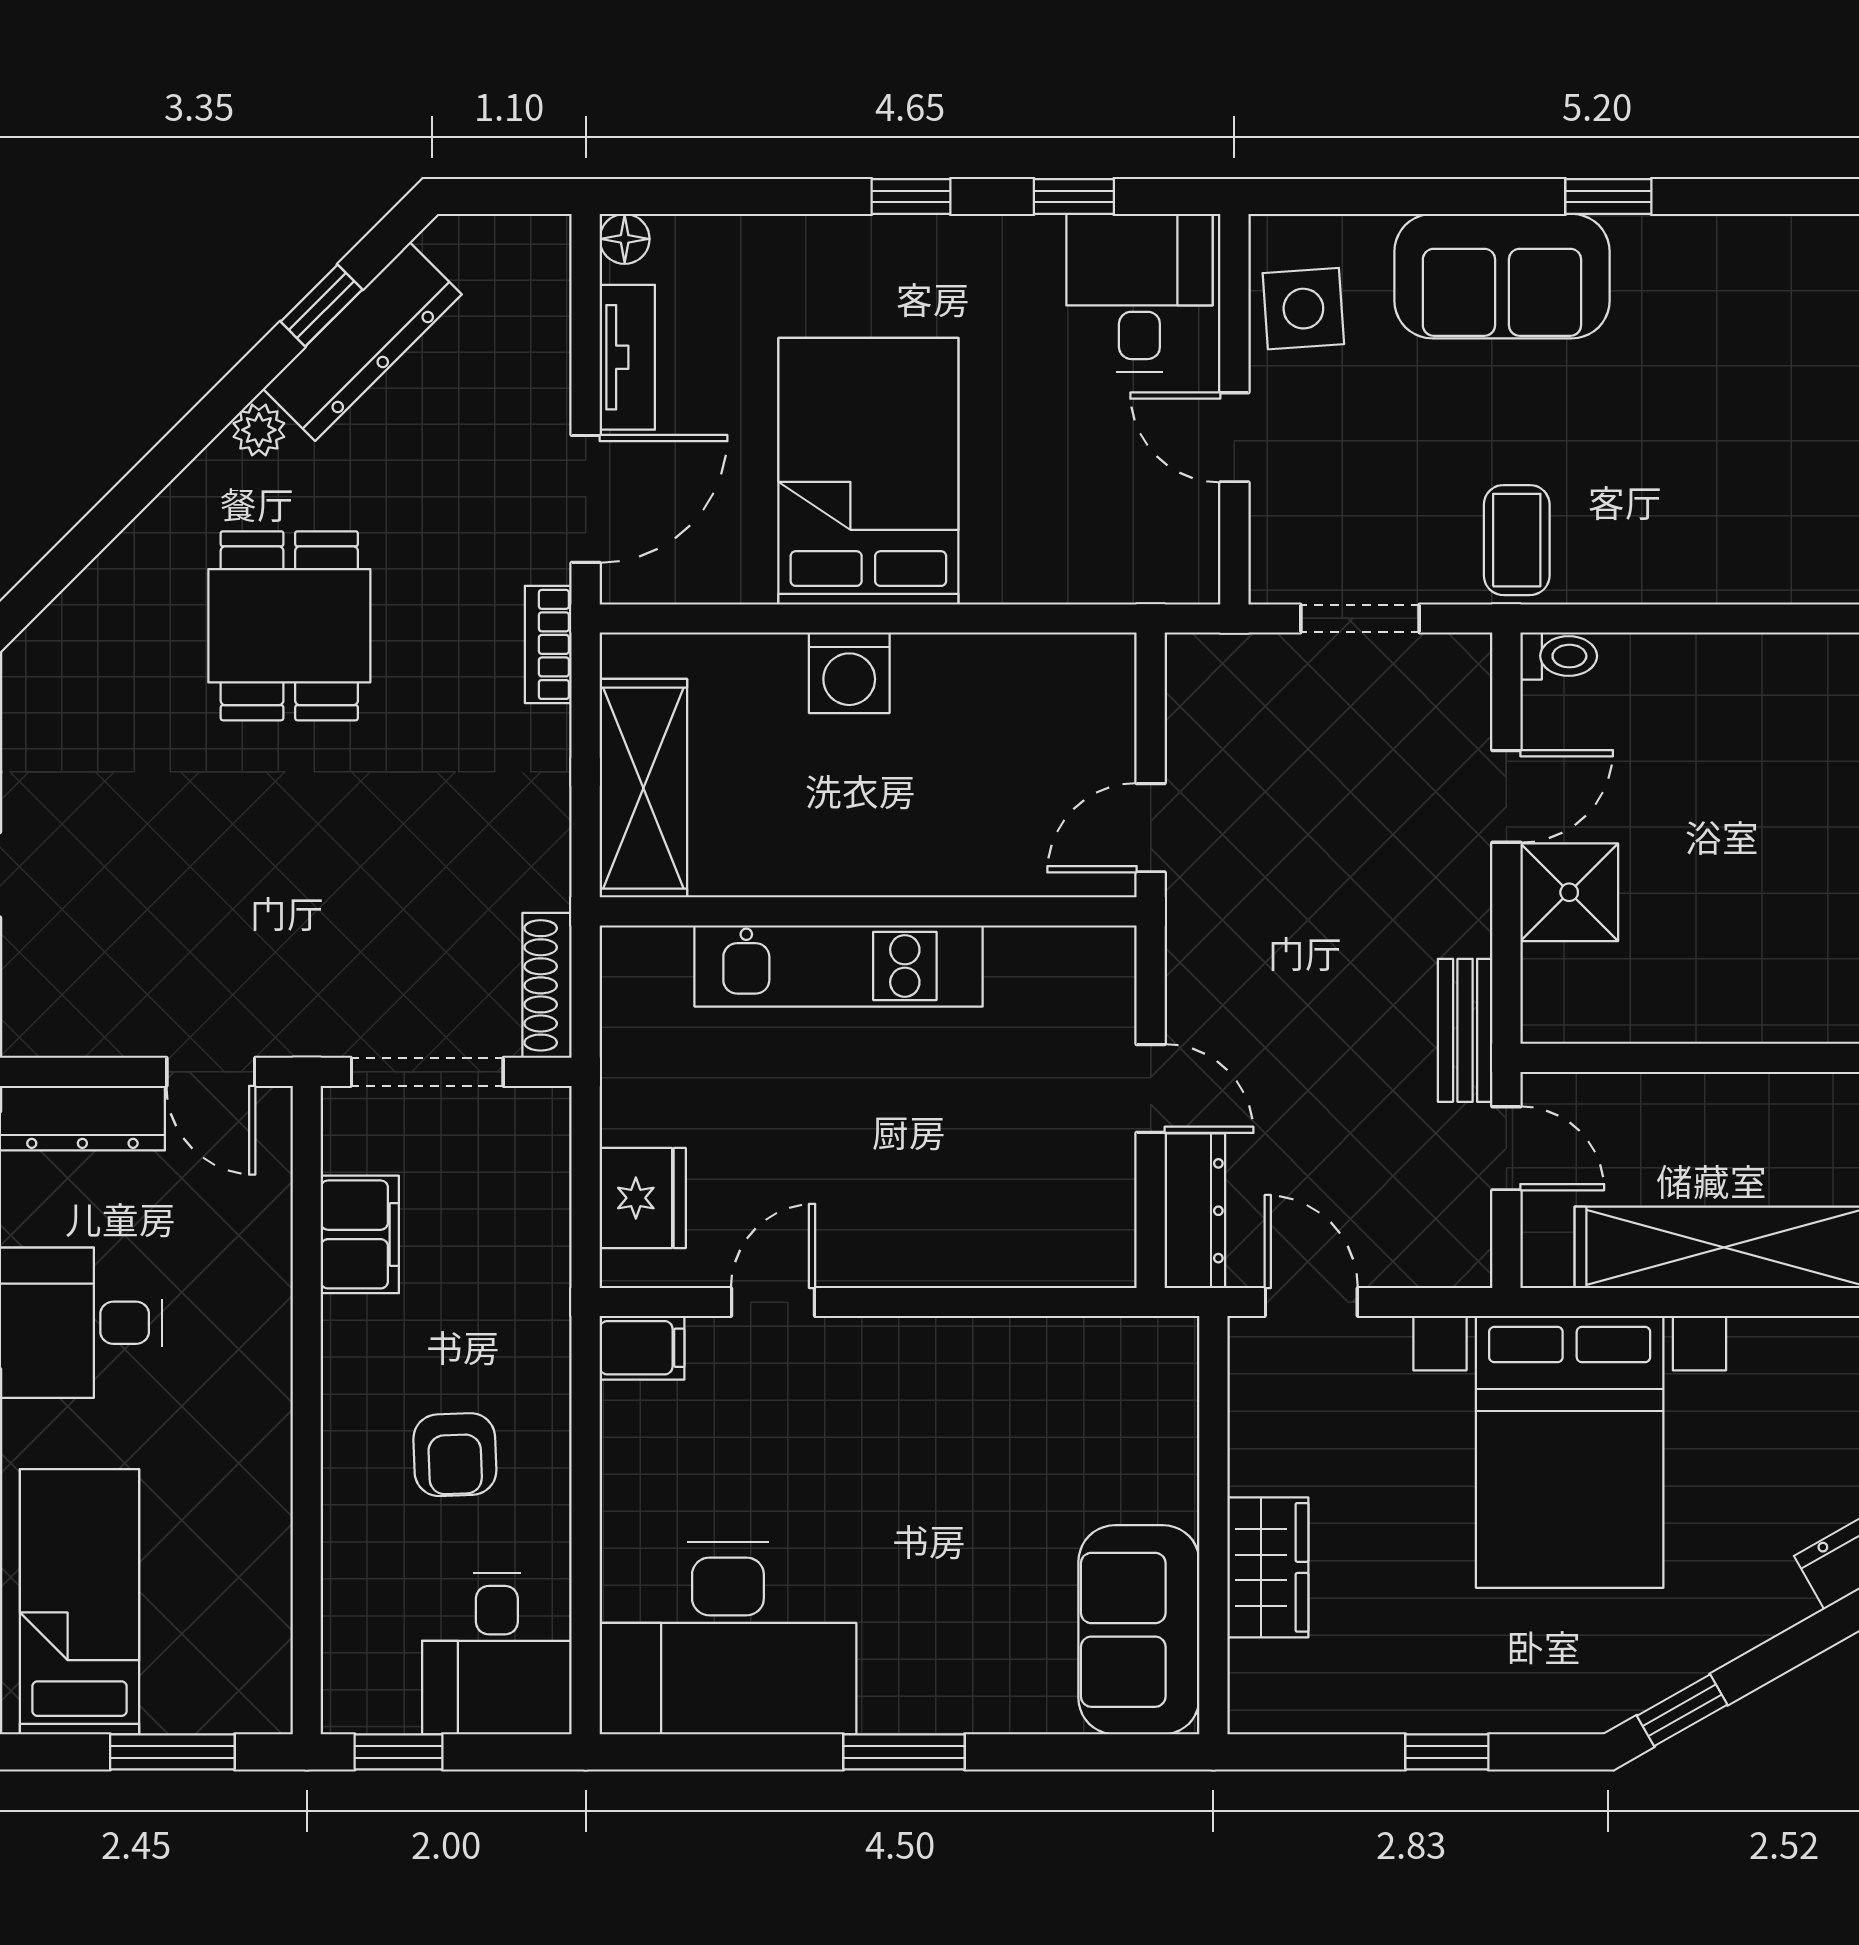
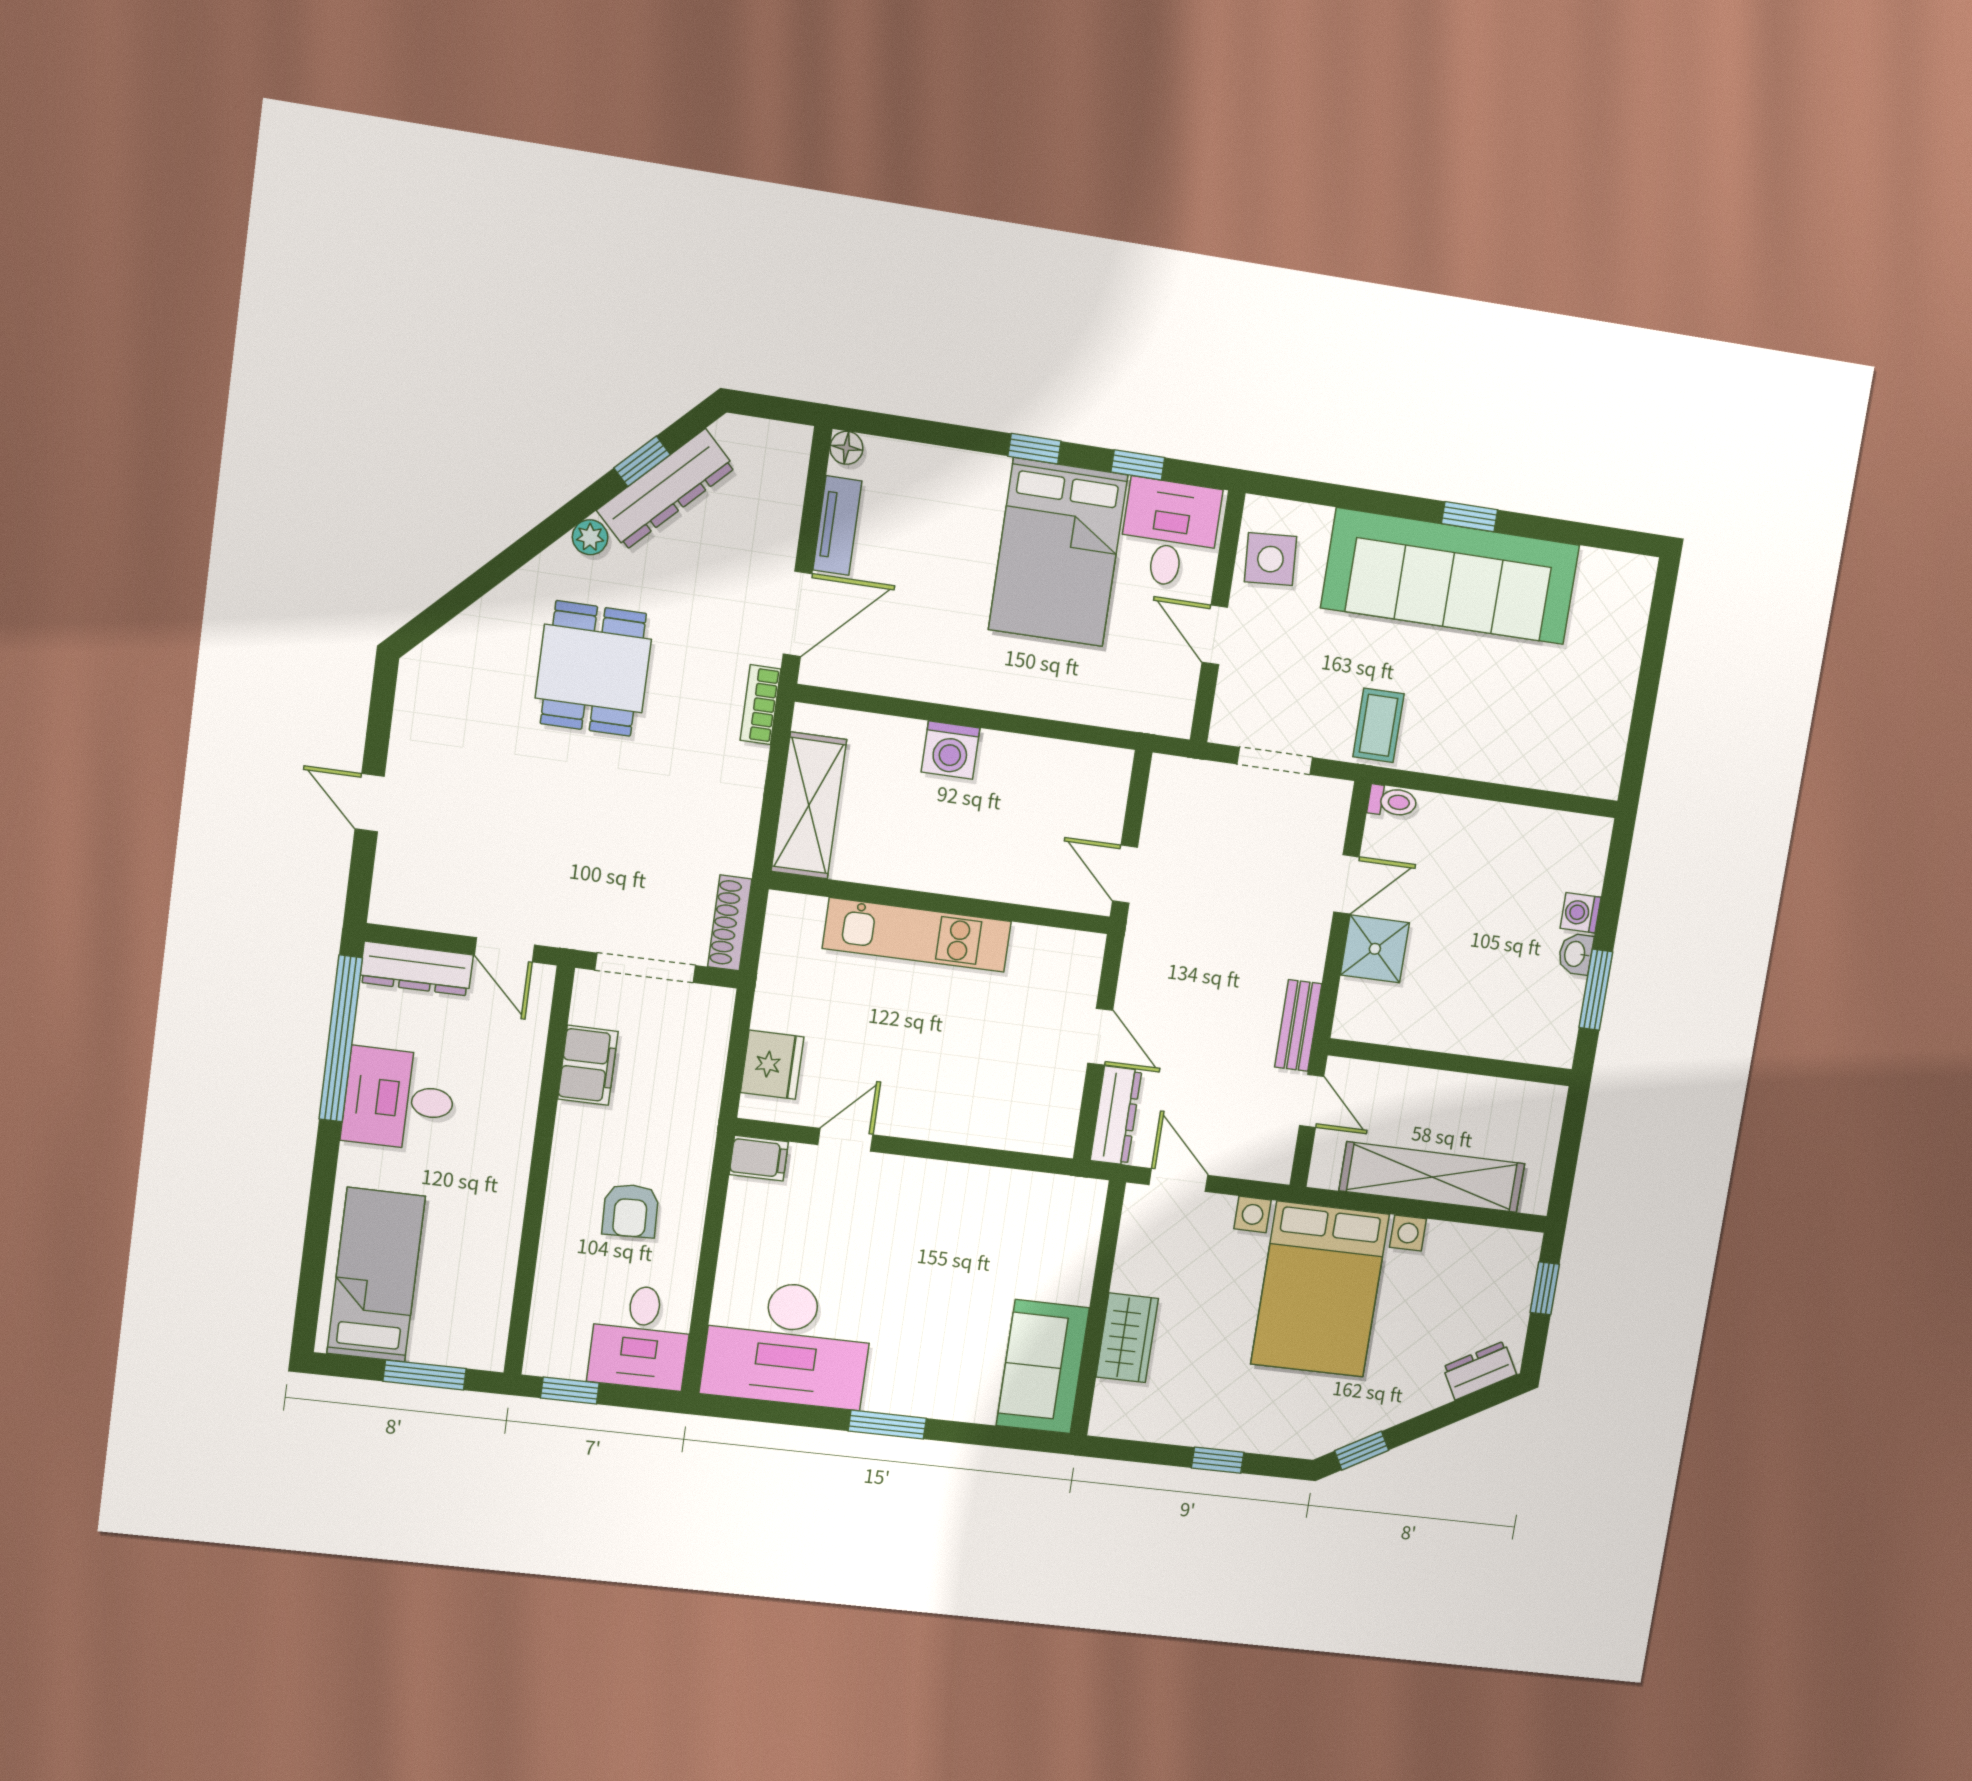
sofa: (1502, 276) -> (1450, 576), width x1.85, depth x1.27
bed: (868, 471) -> (1058, 552), moved, turned 180
door: (1151, 828) -> (1125, 874), hinge flipped

